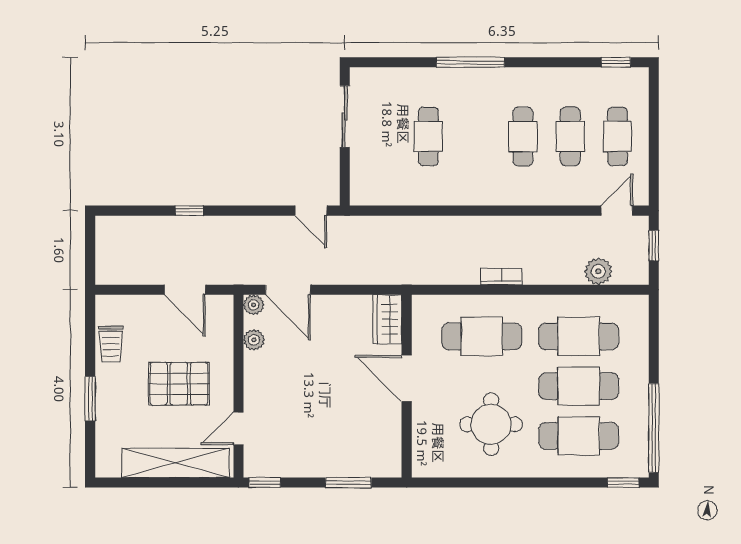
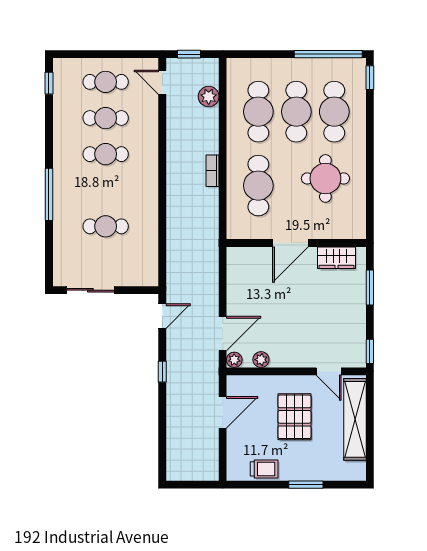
window: (189, 211) -> (162, 372), moved
wardrobe: (387, 319) -> (336, 258), moved

